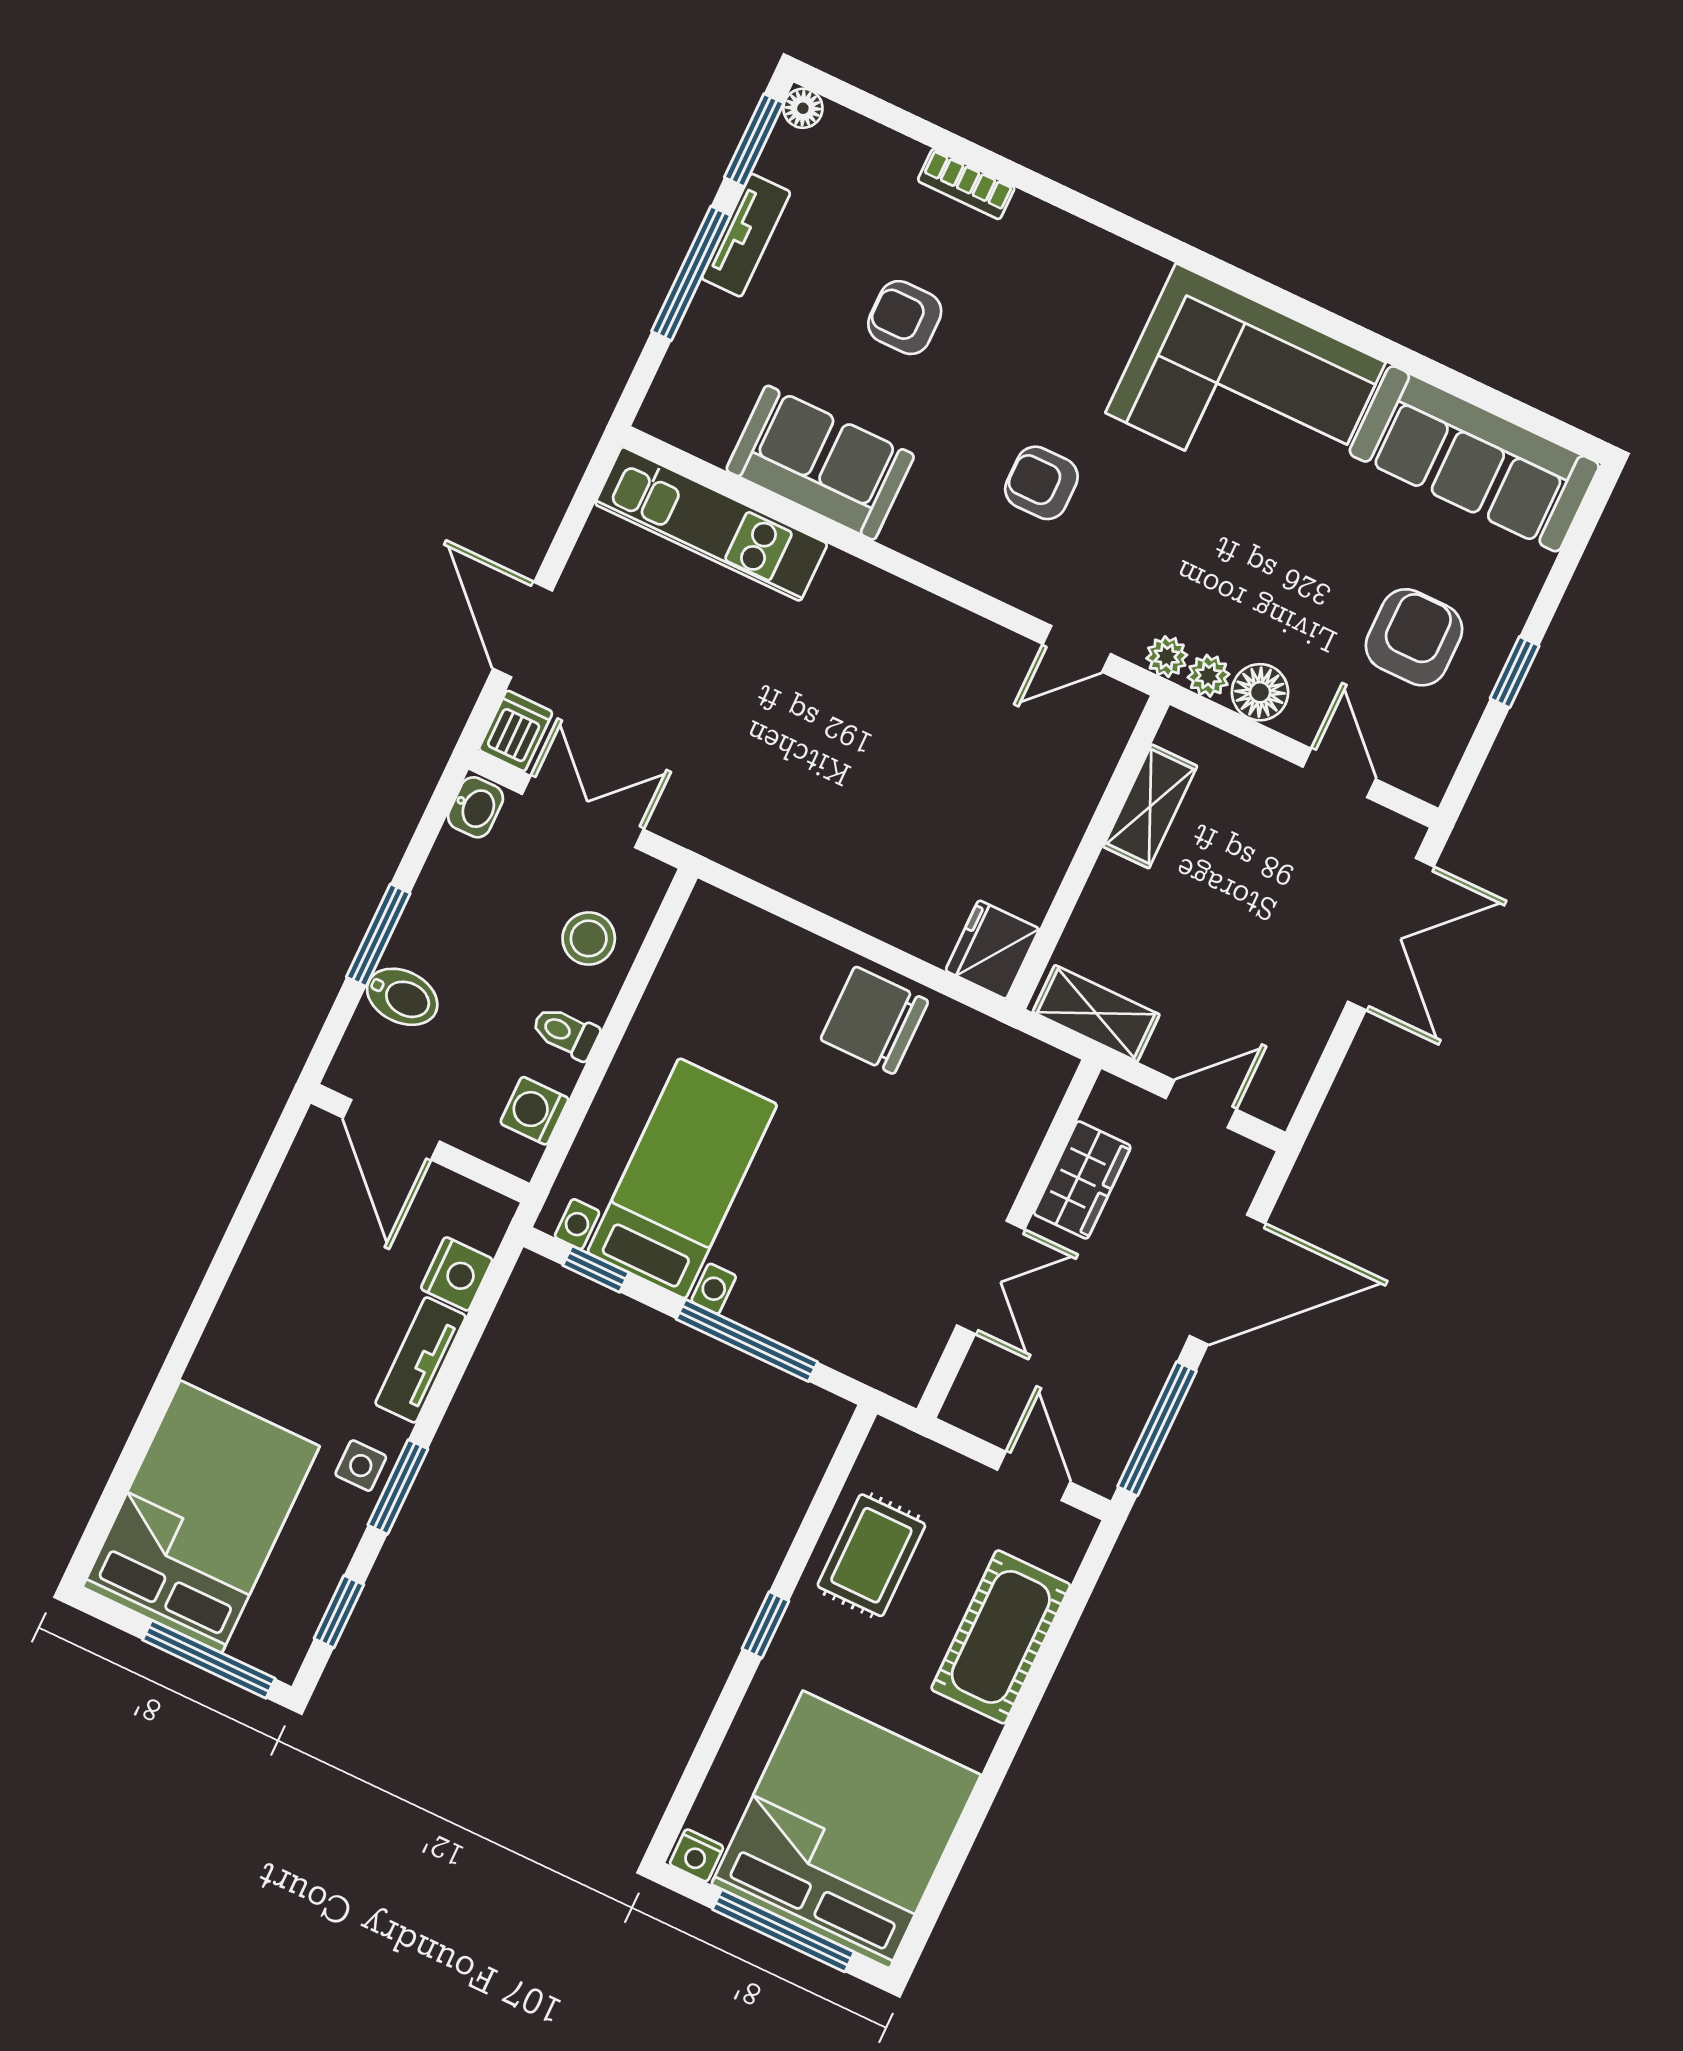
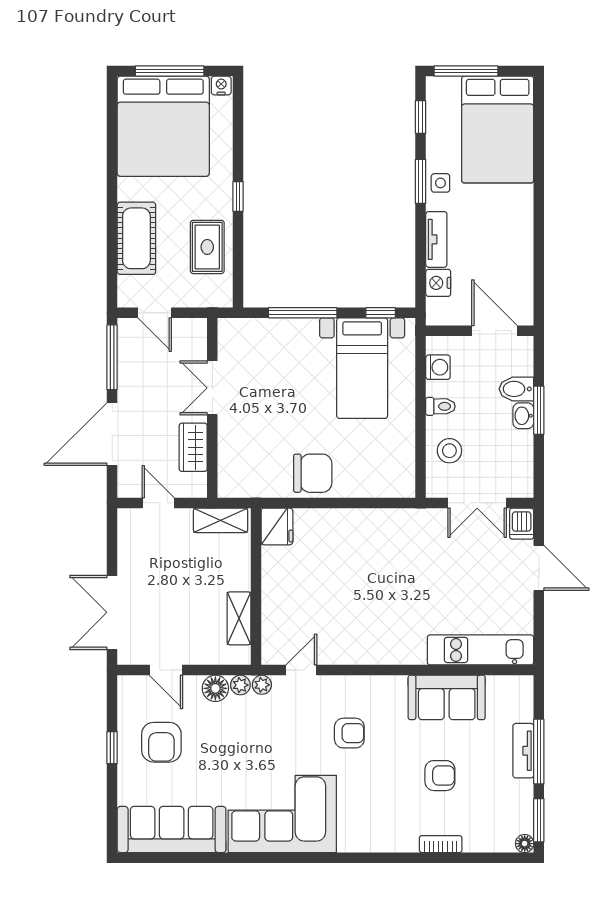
tv unit: (746, 235) -> (523, 751), moved
washbasin: (475, 807) -> (523, 416), moved
door: (1201, 1104) -> (158, 503), swing flipped

